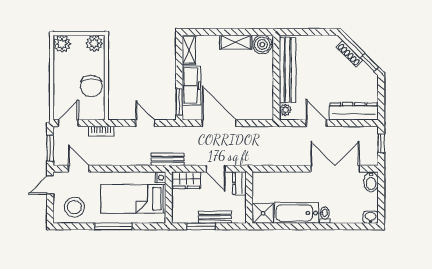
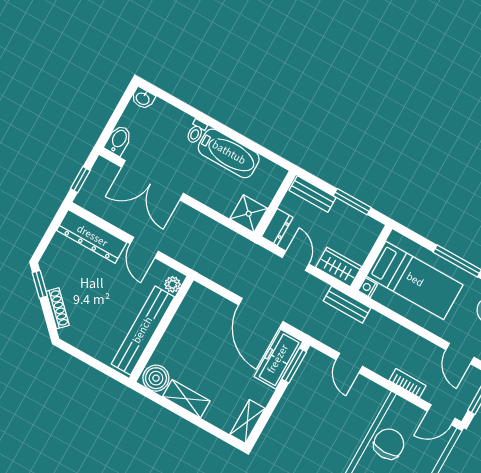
freezer: (191, 85) -> (278, 359), moved
shower: (263, 213) -> (249, 214), moved
bench: (215, 217) -> (313, 194), moved

